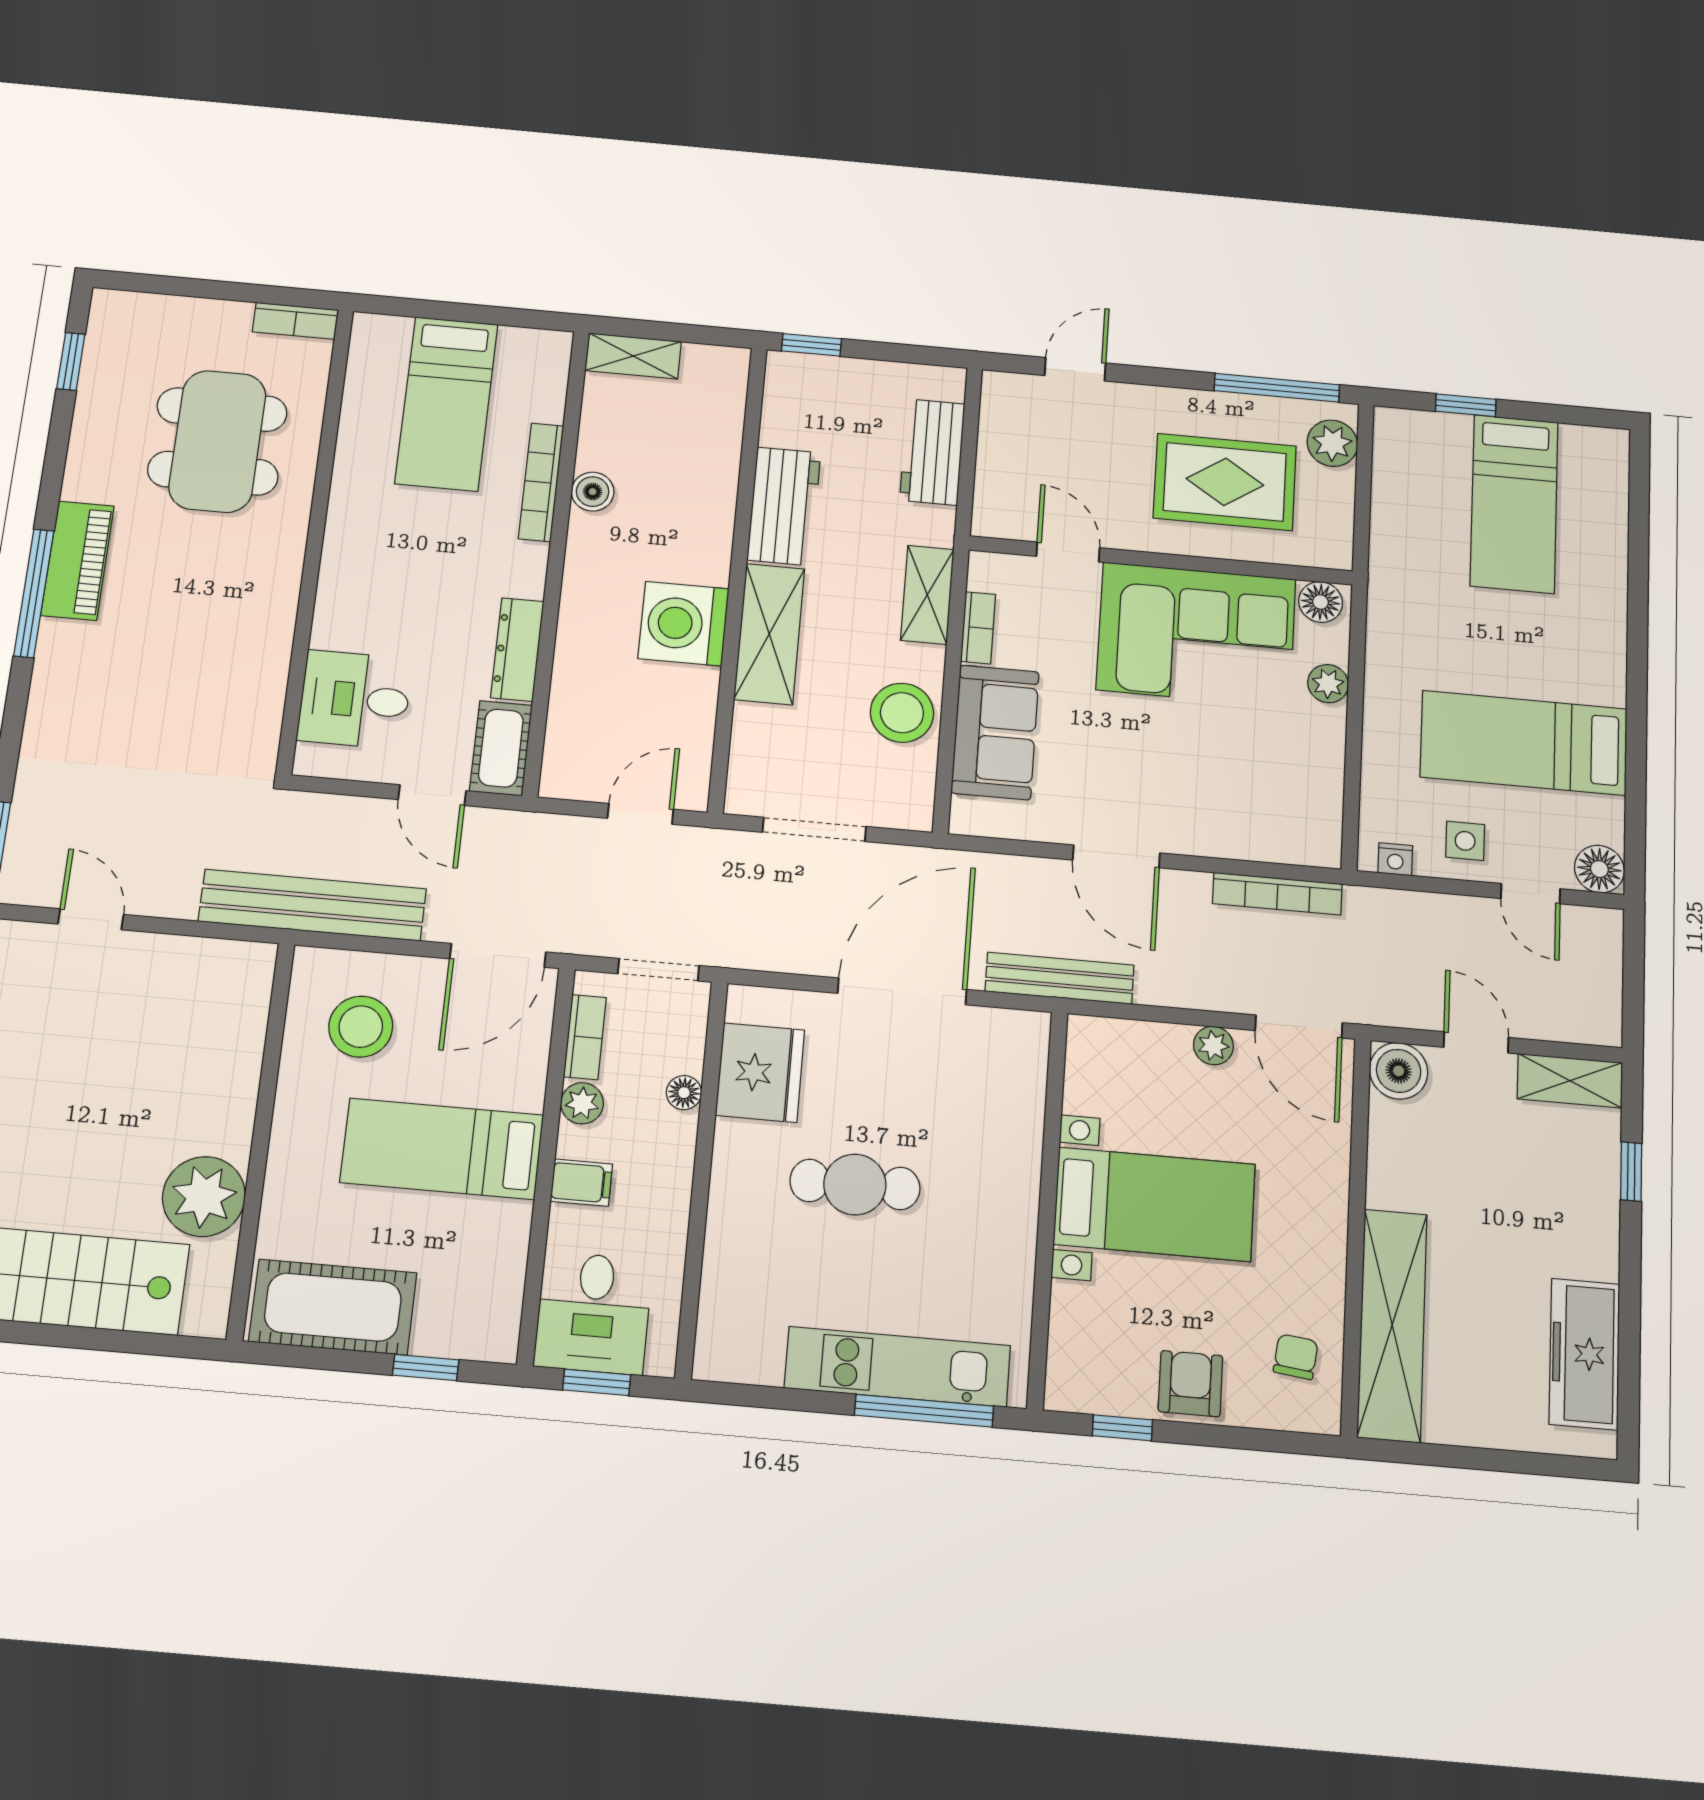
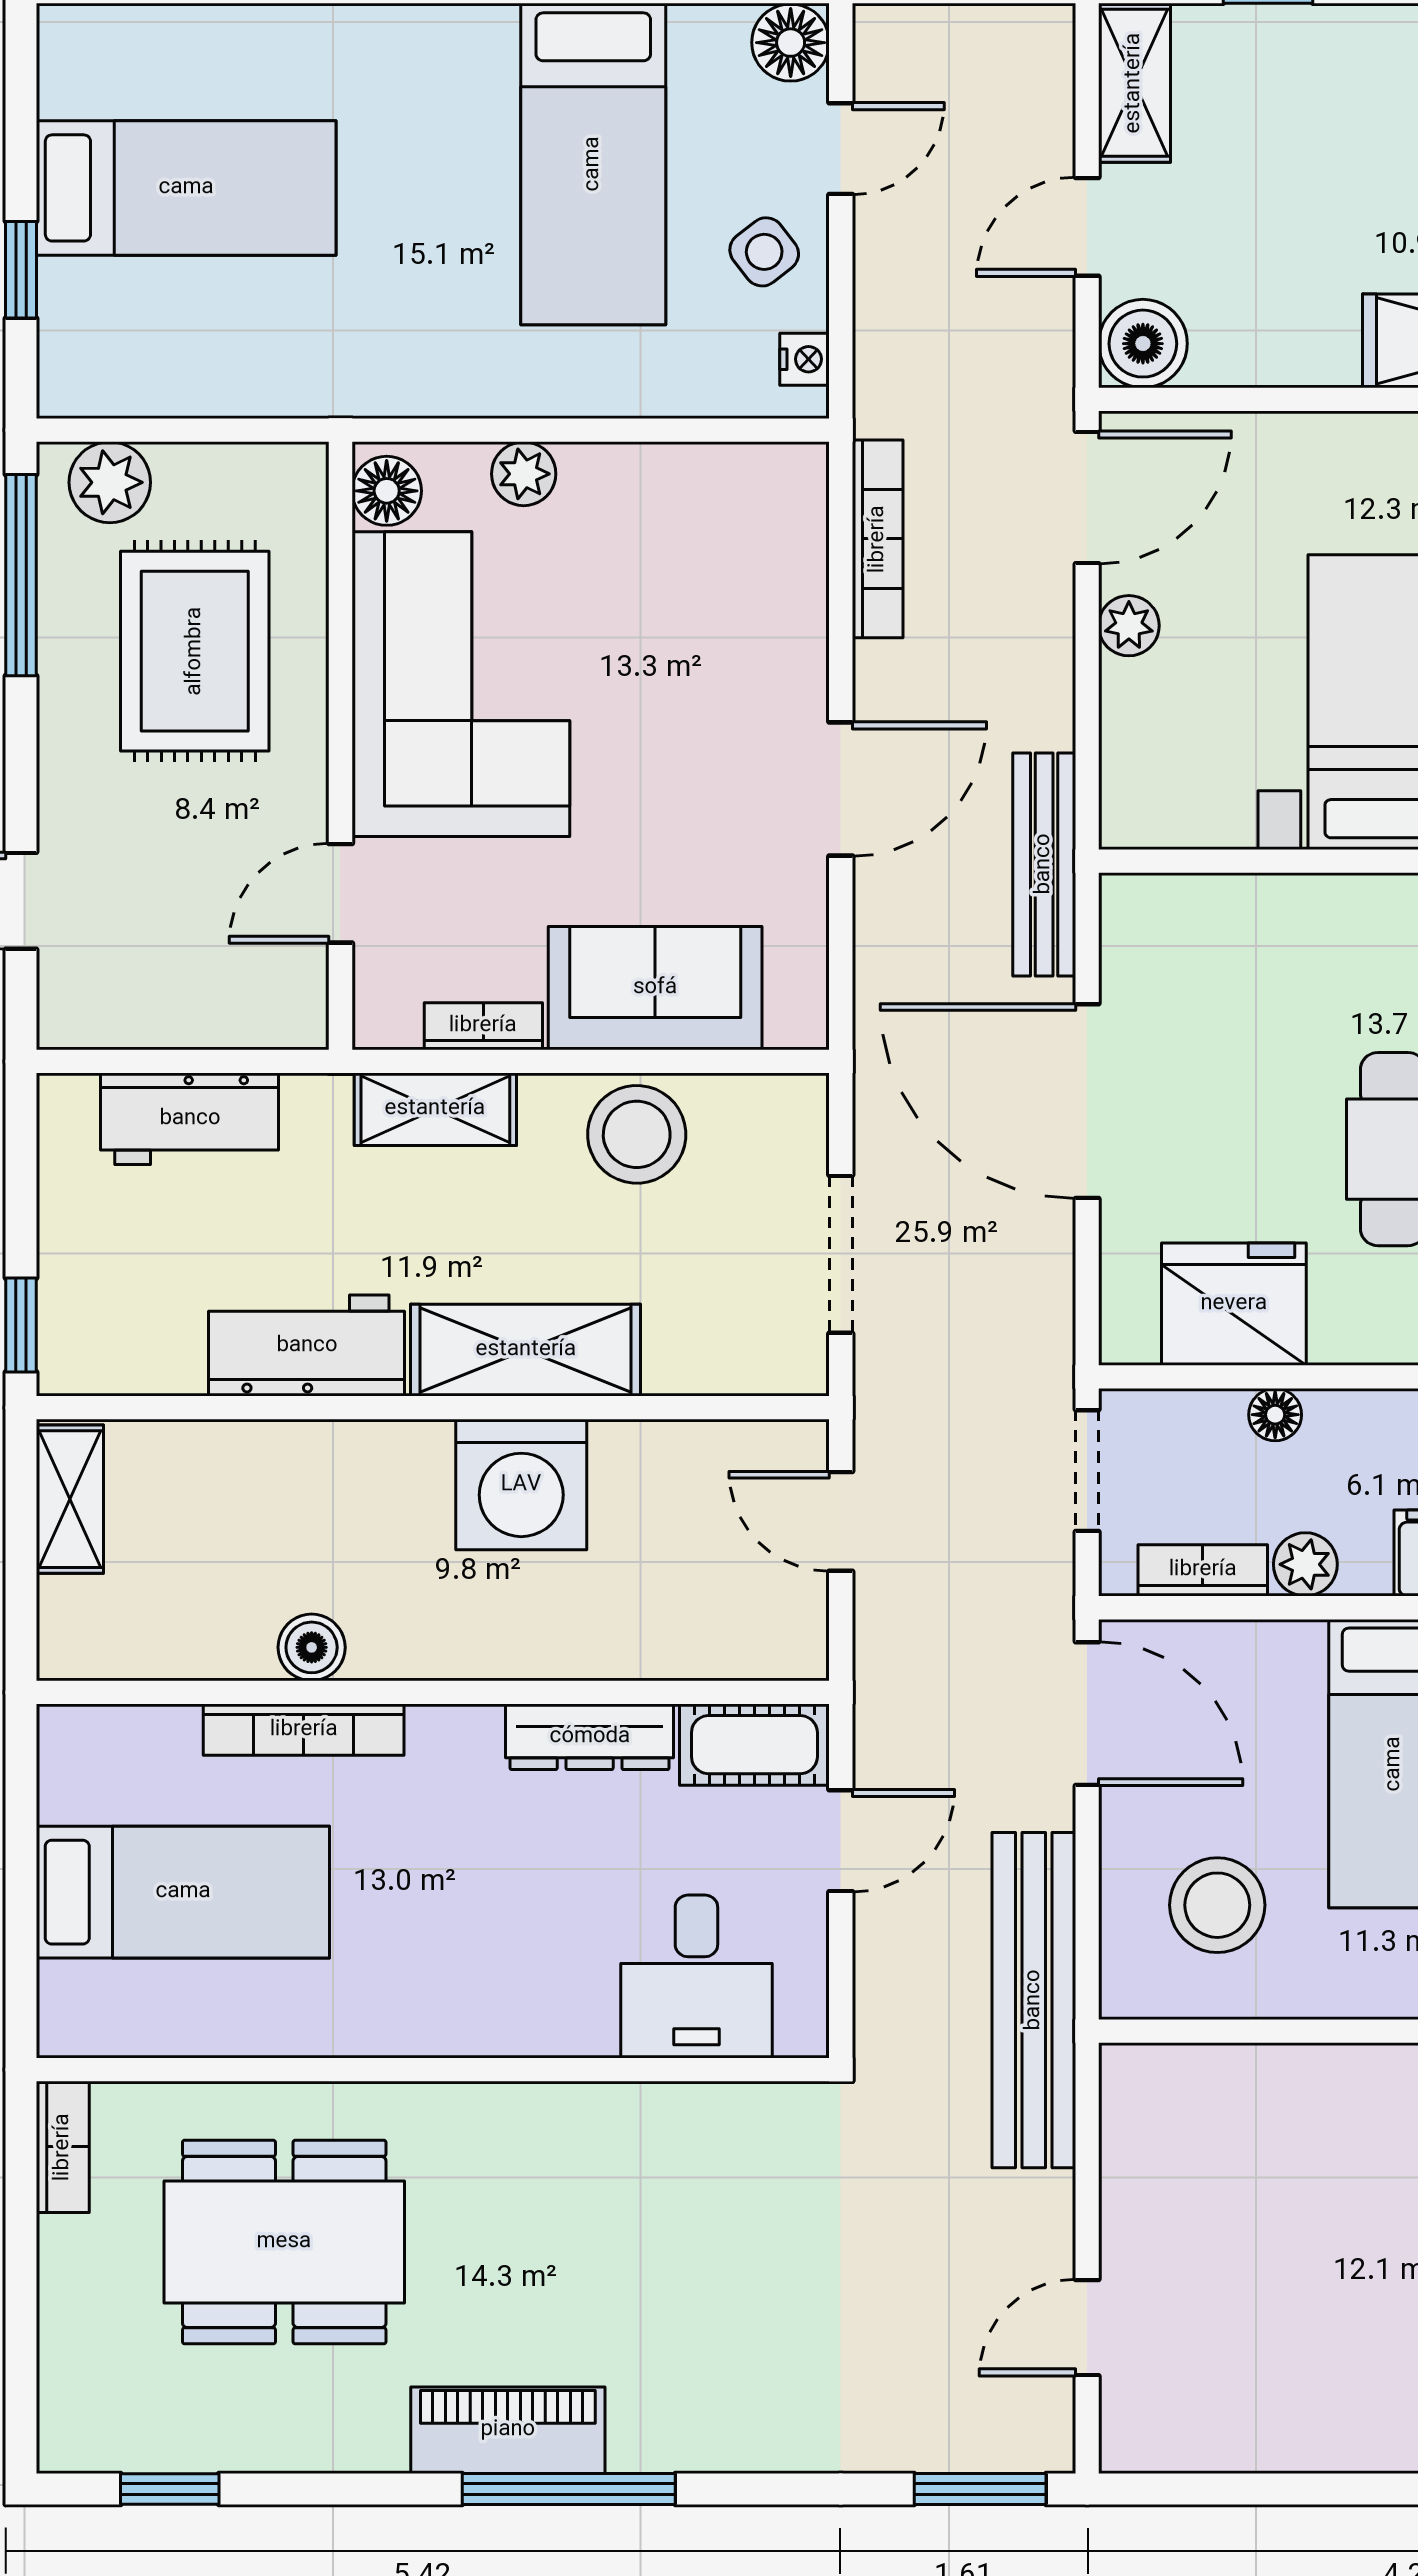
shelving: (633, 356) -> (70, 1499), moved
side table: (1465, 841) -> (764, 252), turned -38

